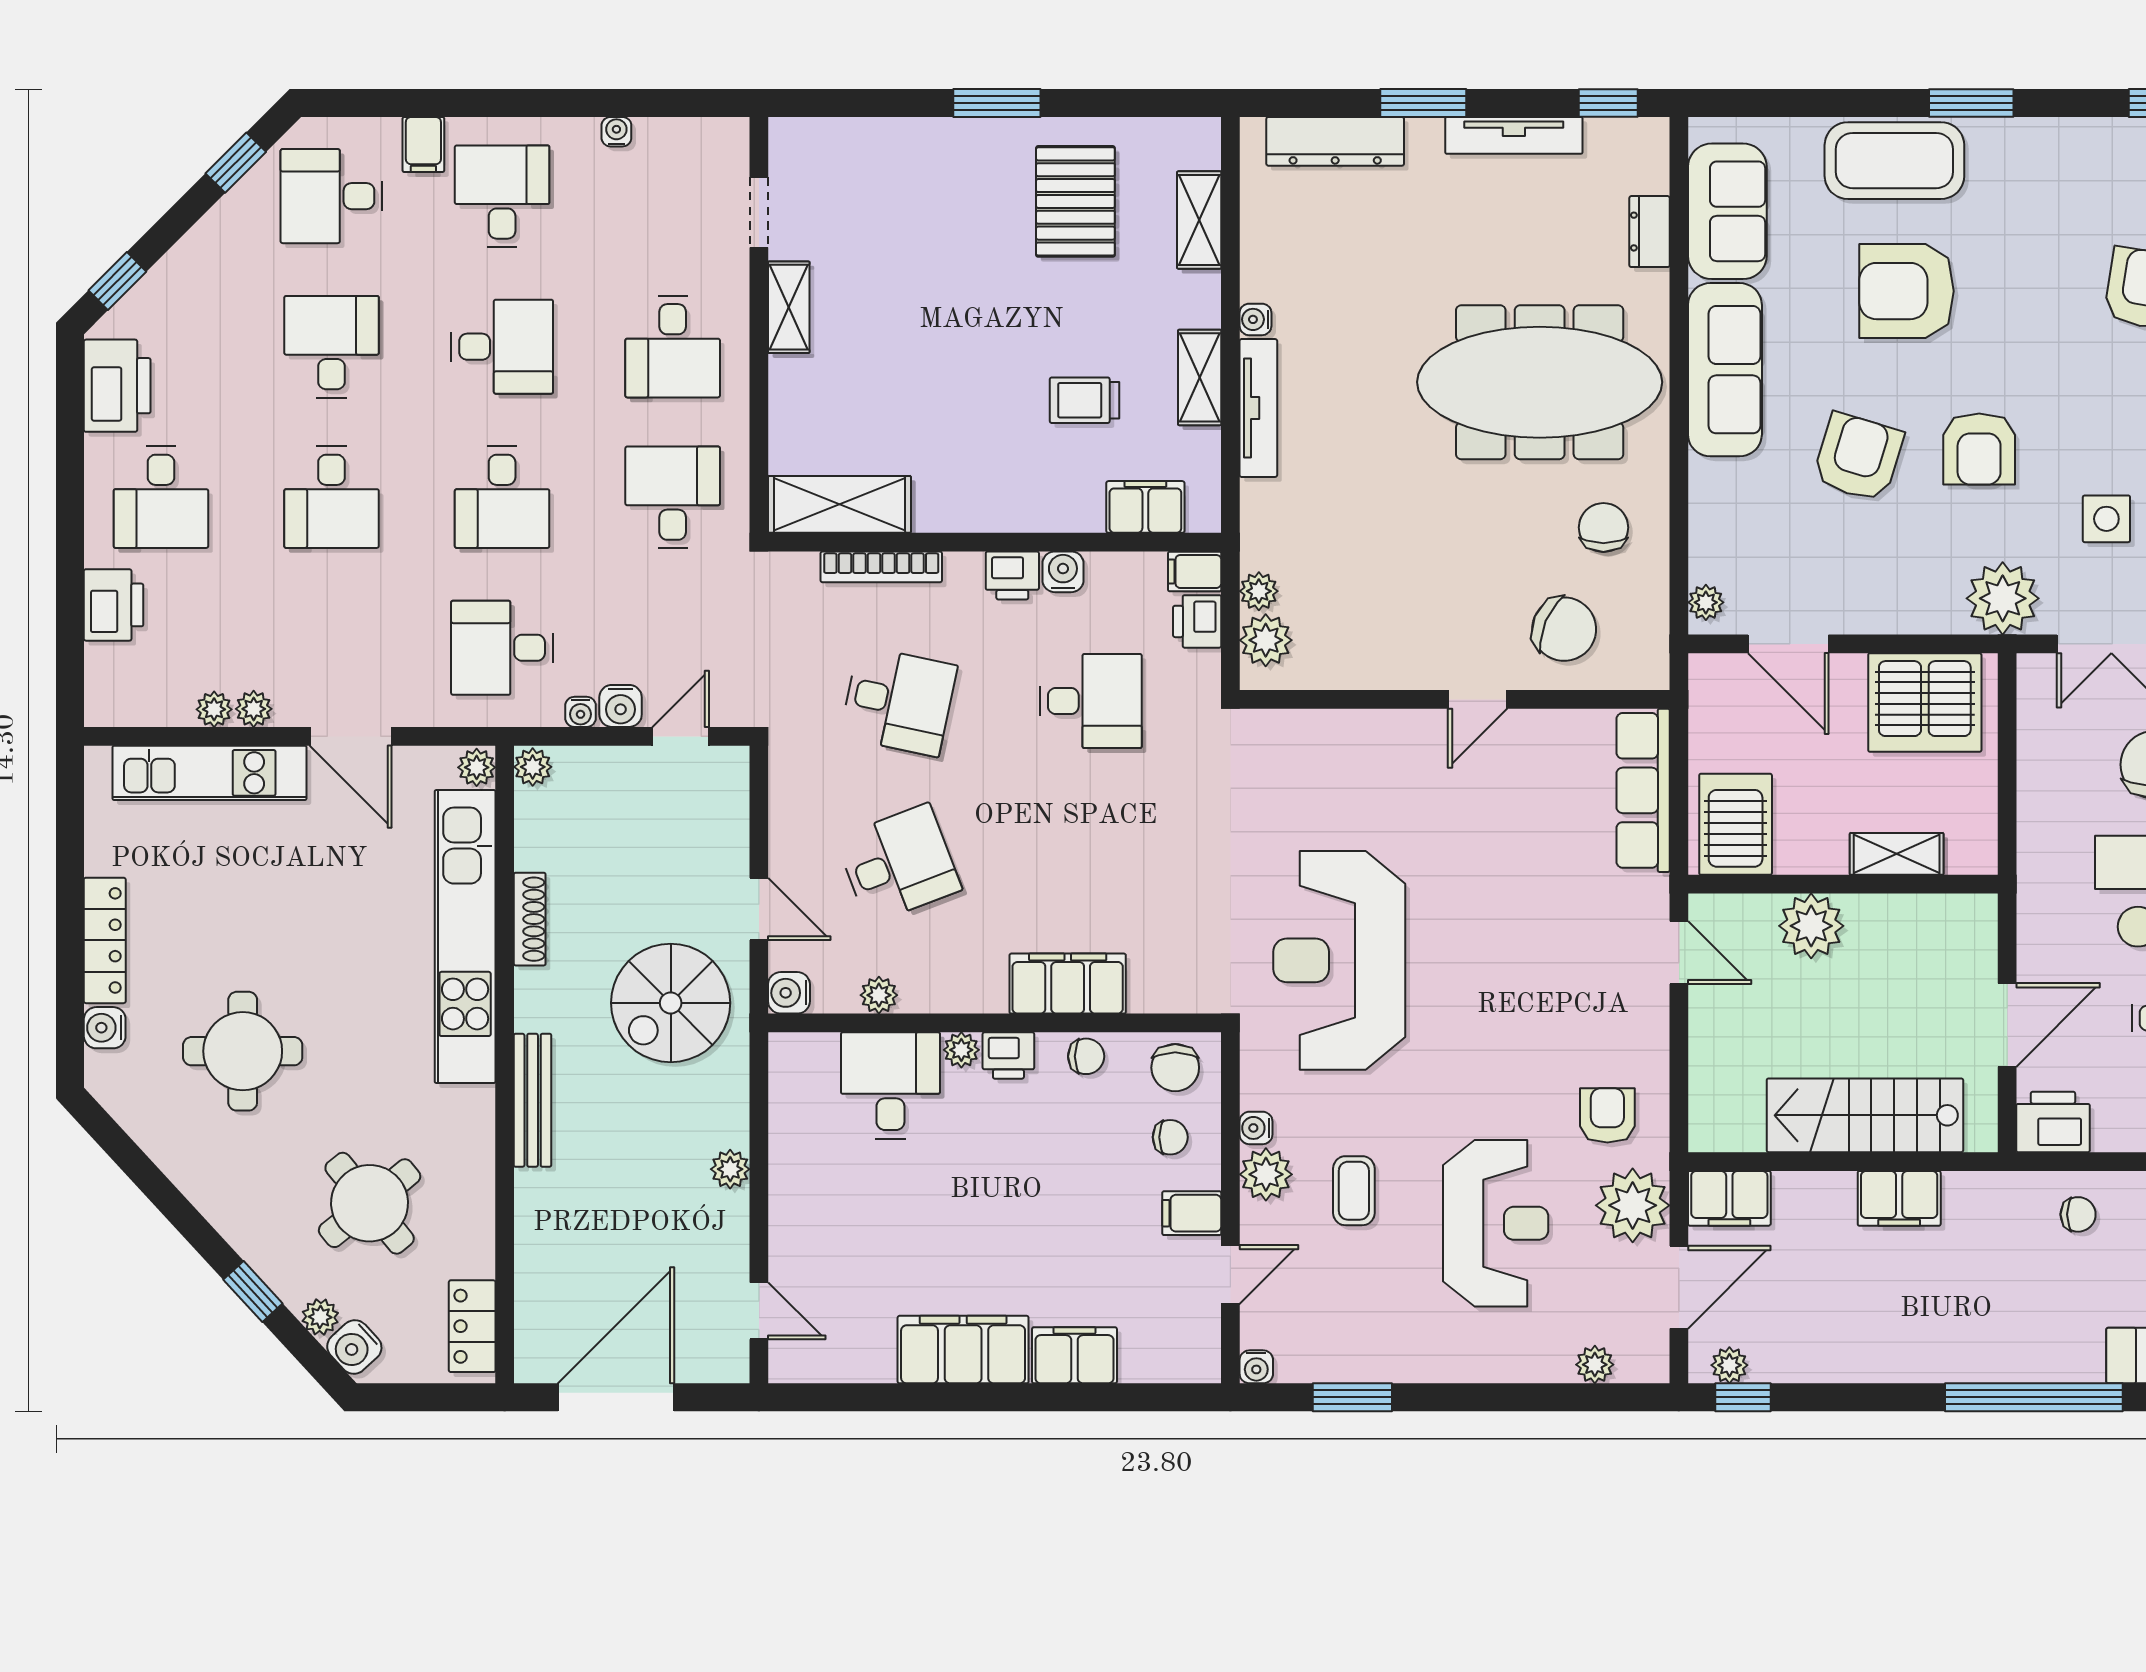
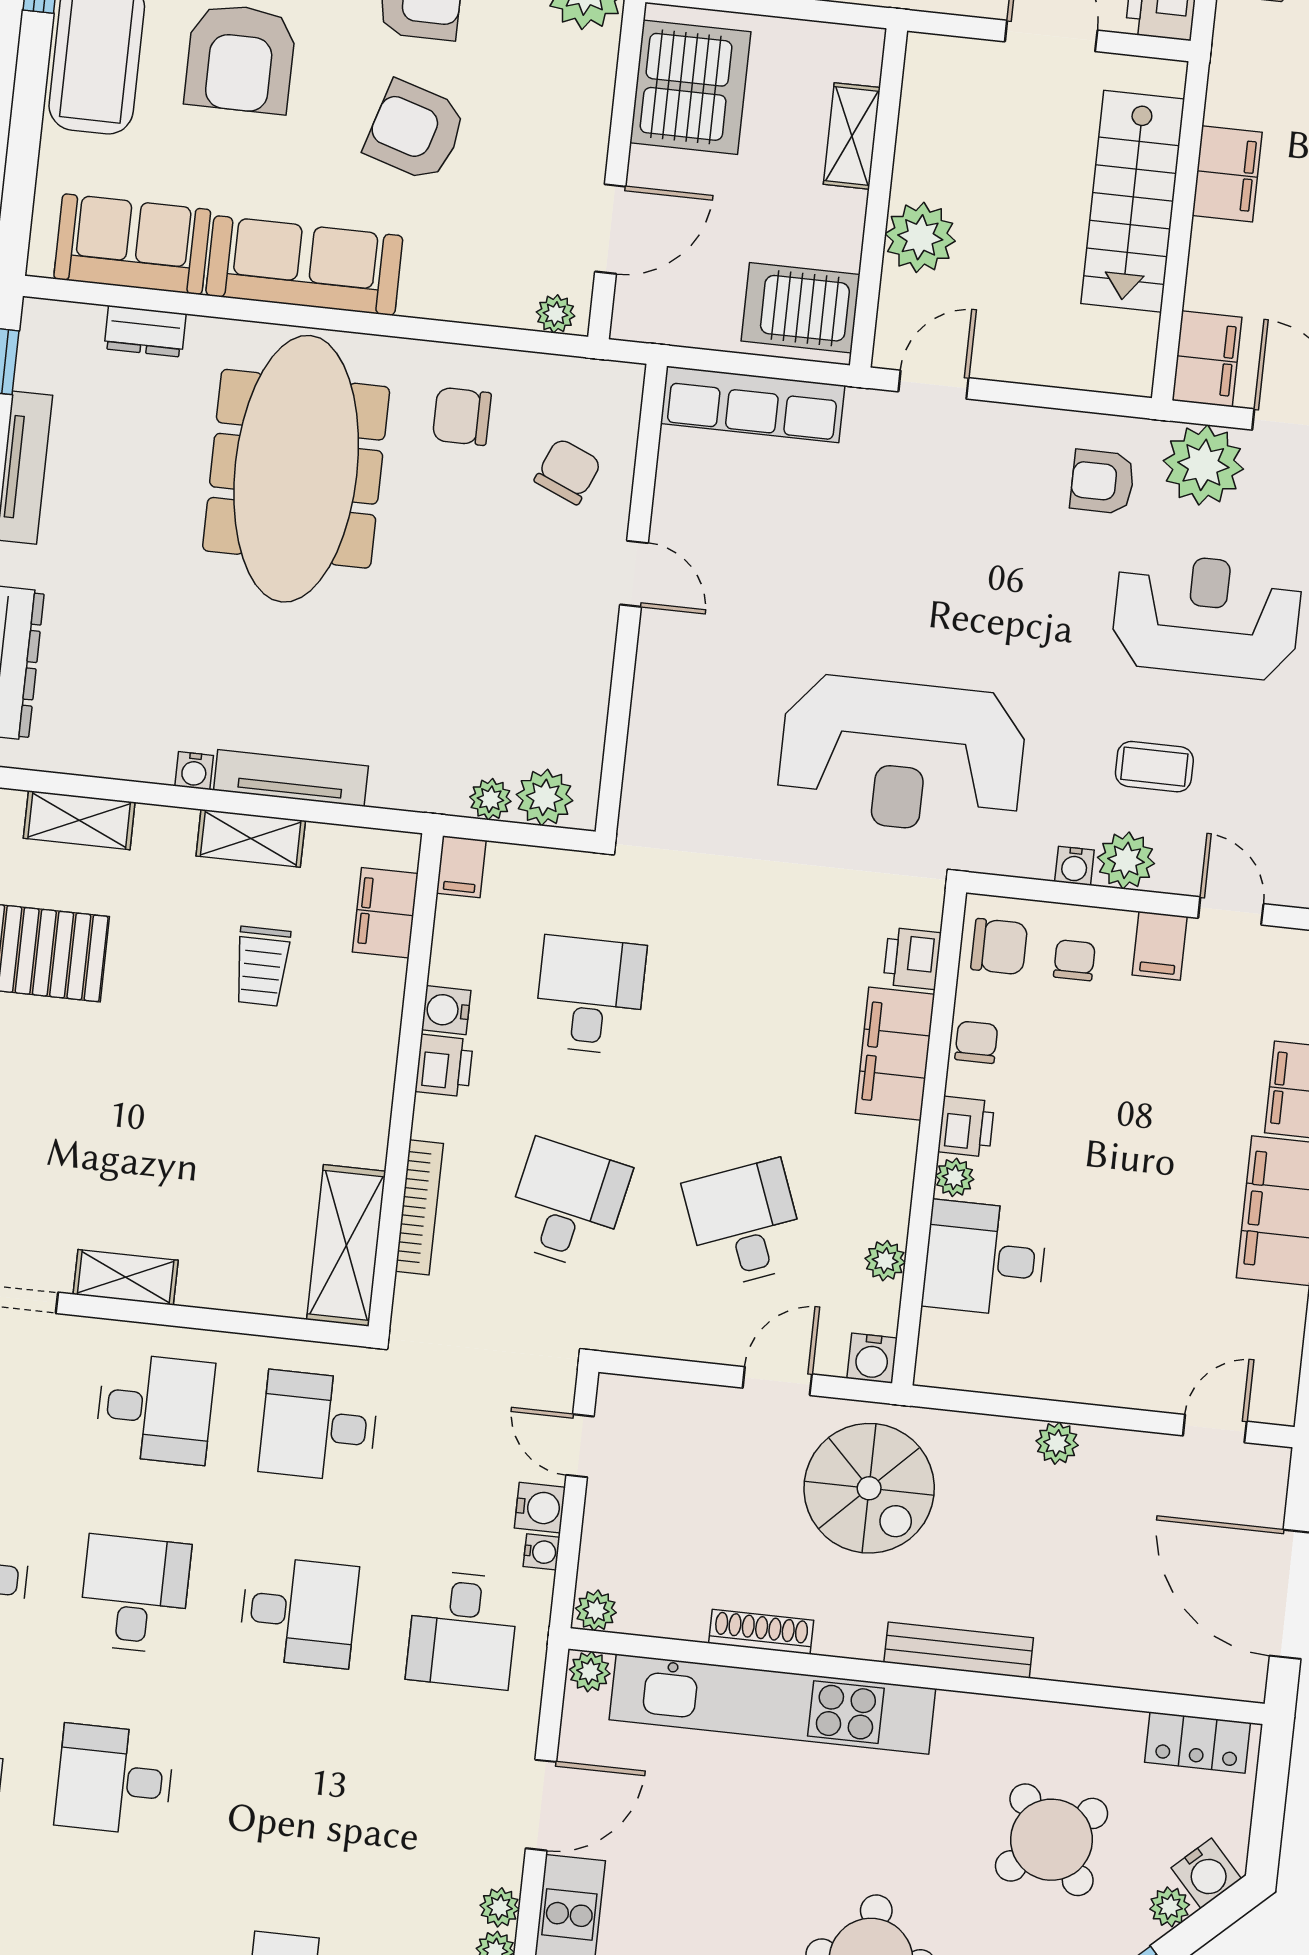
desk: (332, 497) -> (278, 1798), removed
printer: (1197, 621) -> (912, 958), moved, turned 90
chair: (1564, 629) -> (568, 471), width x0.73, depth x0.73

